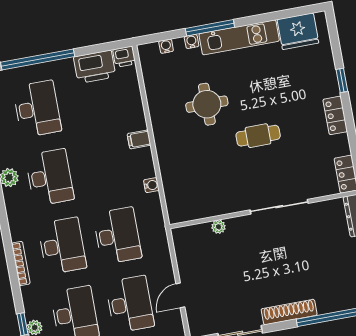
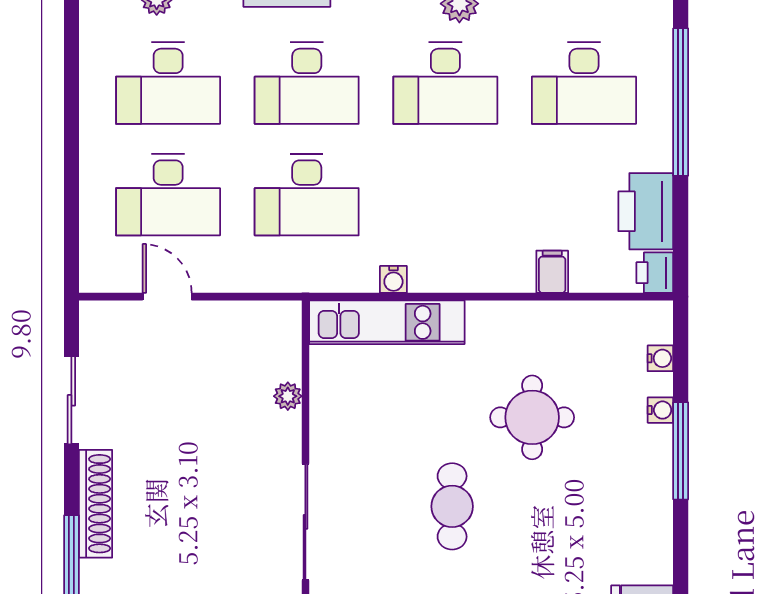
kitchen unit: (239, 37) -> (387, 322), moved, turned -90
filing cabinet: (139, 139) -> (552, 272), moved

